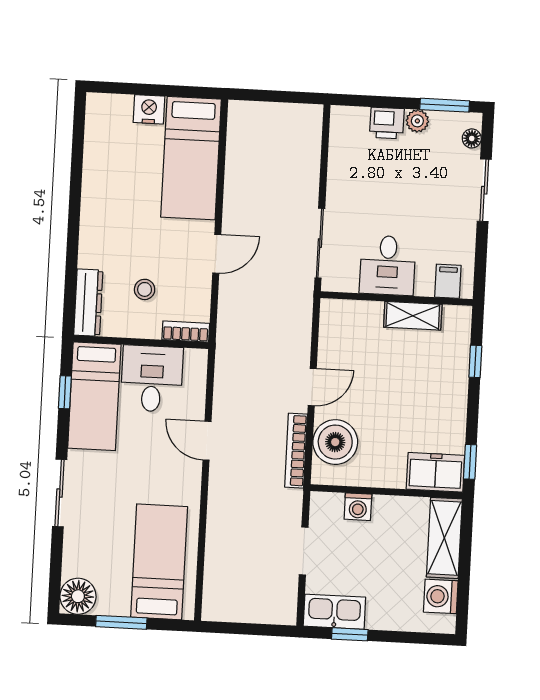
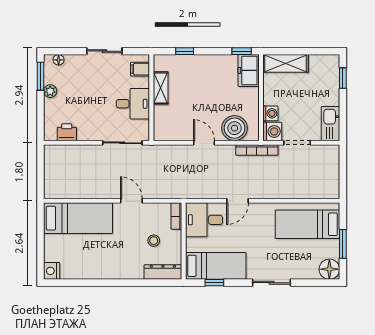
nightstand: (149, 109) -> (52, 271), moved
printer: (387, 123) -> (67, 132), moved, turned -90
sliding door: (484, 190) -> (104, 51), moved
desk: (152, 379) -> (204, 220), moved
bookcase: (296, 451) -> (257, 150), moved
washing machine: (441, 596) -> (272, 131), moved, turned -90
window: (350, 634) -> (343, 78), moved

